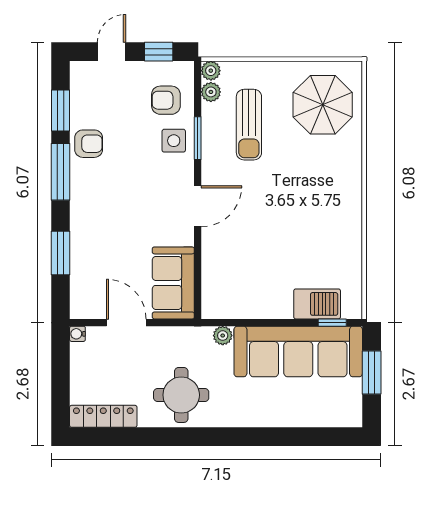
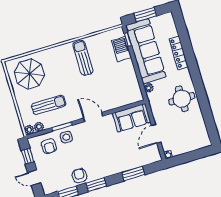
window: (60, 172) -> (96, 185), width x0.69
sun lounger: (322, 222) -> (83, 58), added
locker: (103, 416) -> (179, 53), moved

